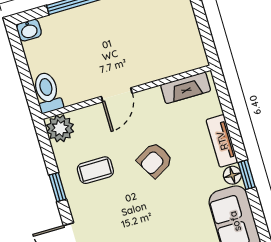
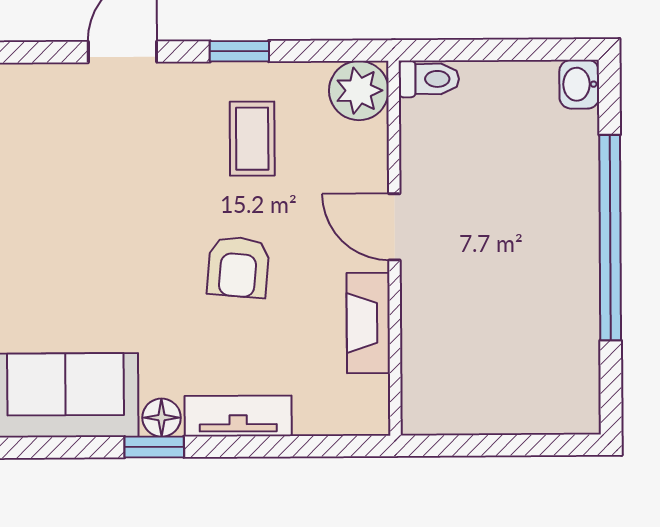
fireplace: (186, 88) -> (368, 323), moved
toilet: (47, 92) -> (429, 79), width x0.73, depth x0.72
armchair: (155, 160) -> (238, 267), turned -145

